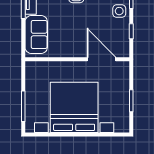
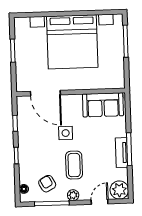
side table: (119, 11) -> (66, 133), moved
sofa: (36, 35) -> (103, 105), moved, turned -90

